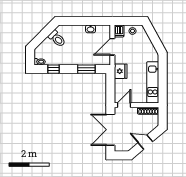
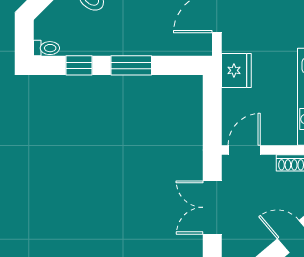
window: (86, 69) -> (131, 65), moved
double door: (110, 130) -> (212, 207), width x0.73

